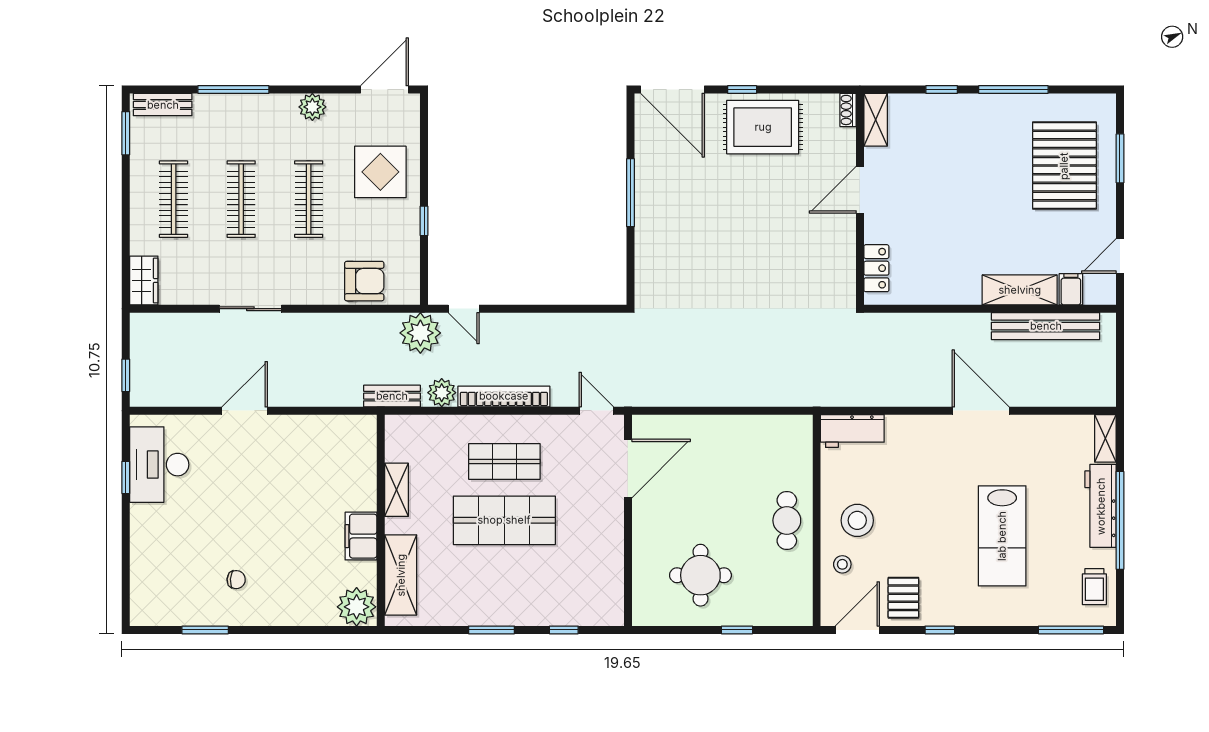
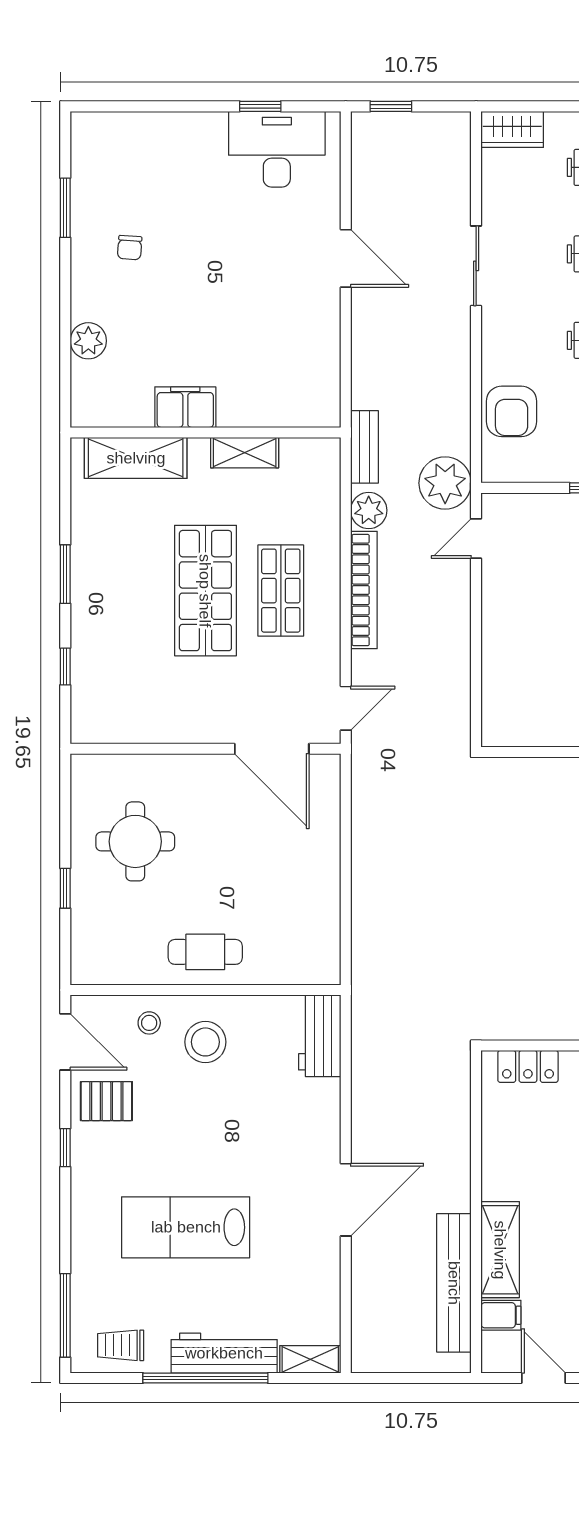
plant: (357, 607) -> (88, 341), moved, width x0.73, depth x0.73

